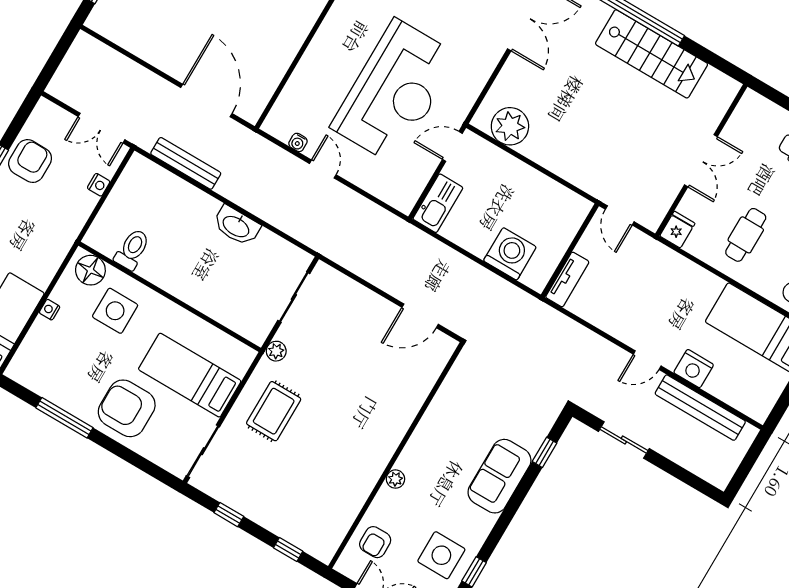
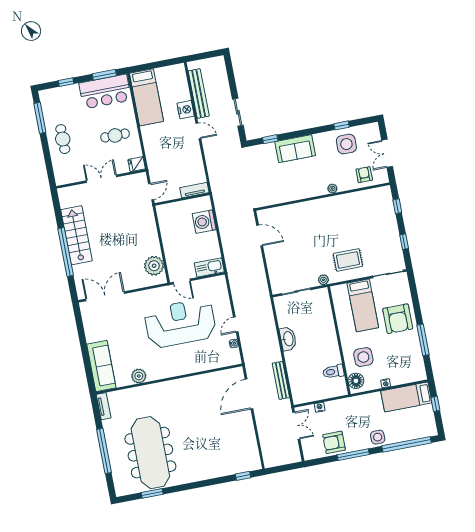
armchair: (375, 542) -> (364, 175), turned -90

